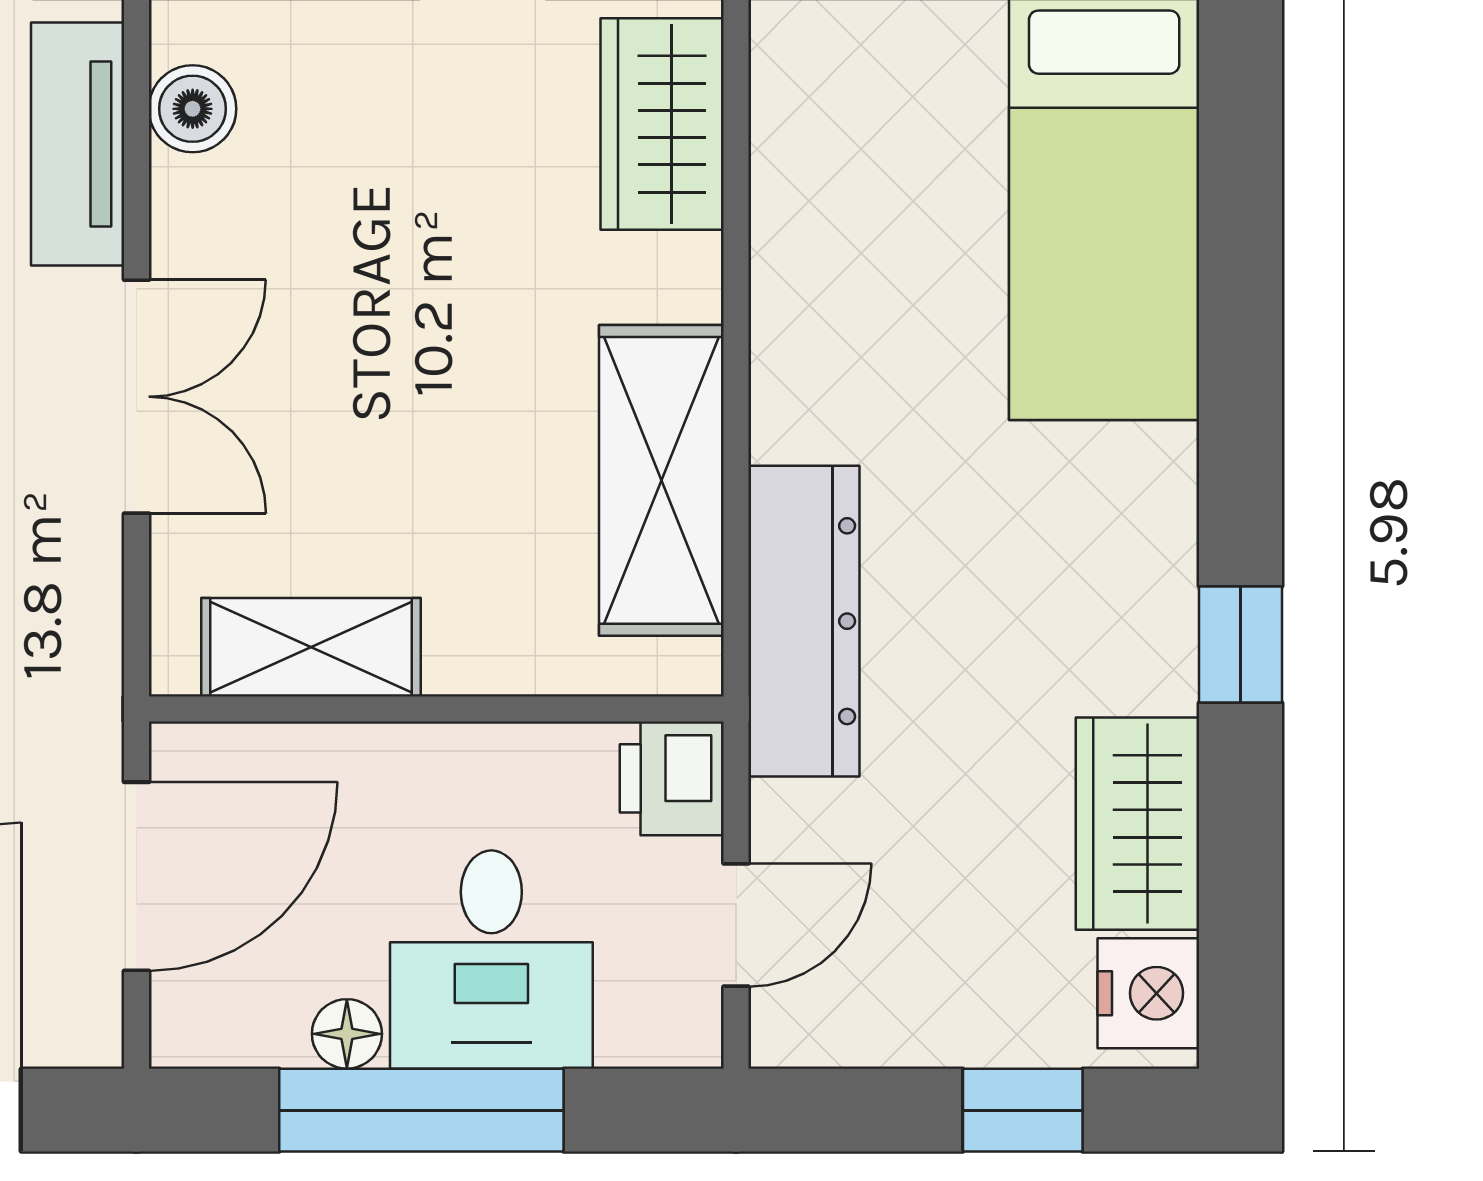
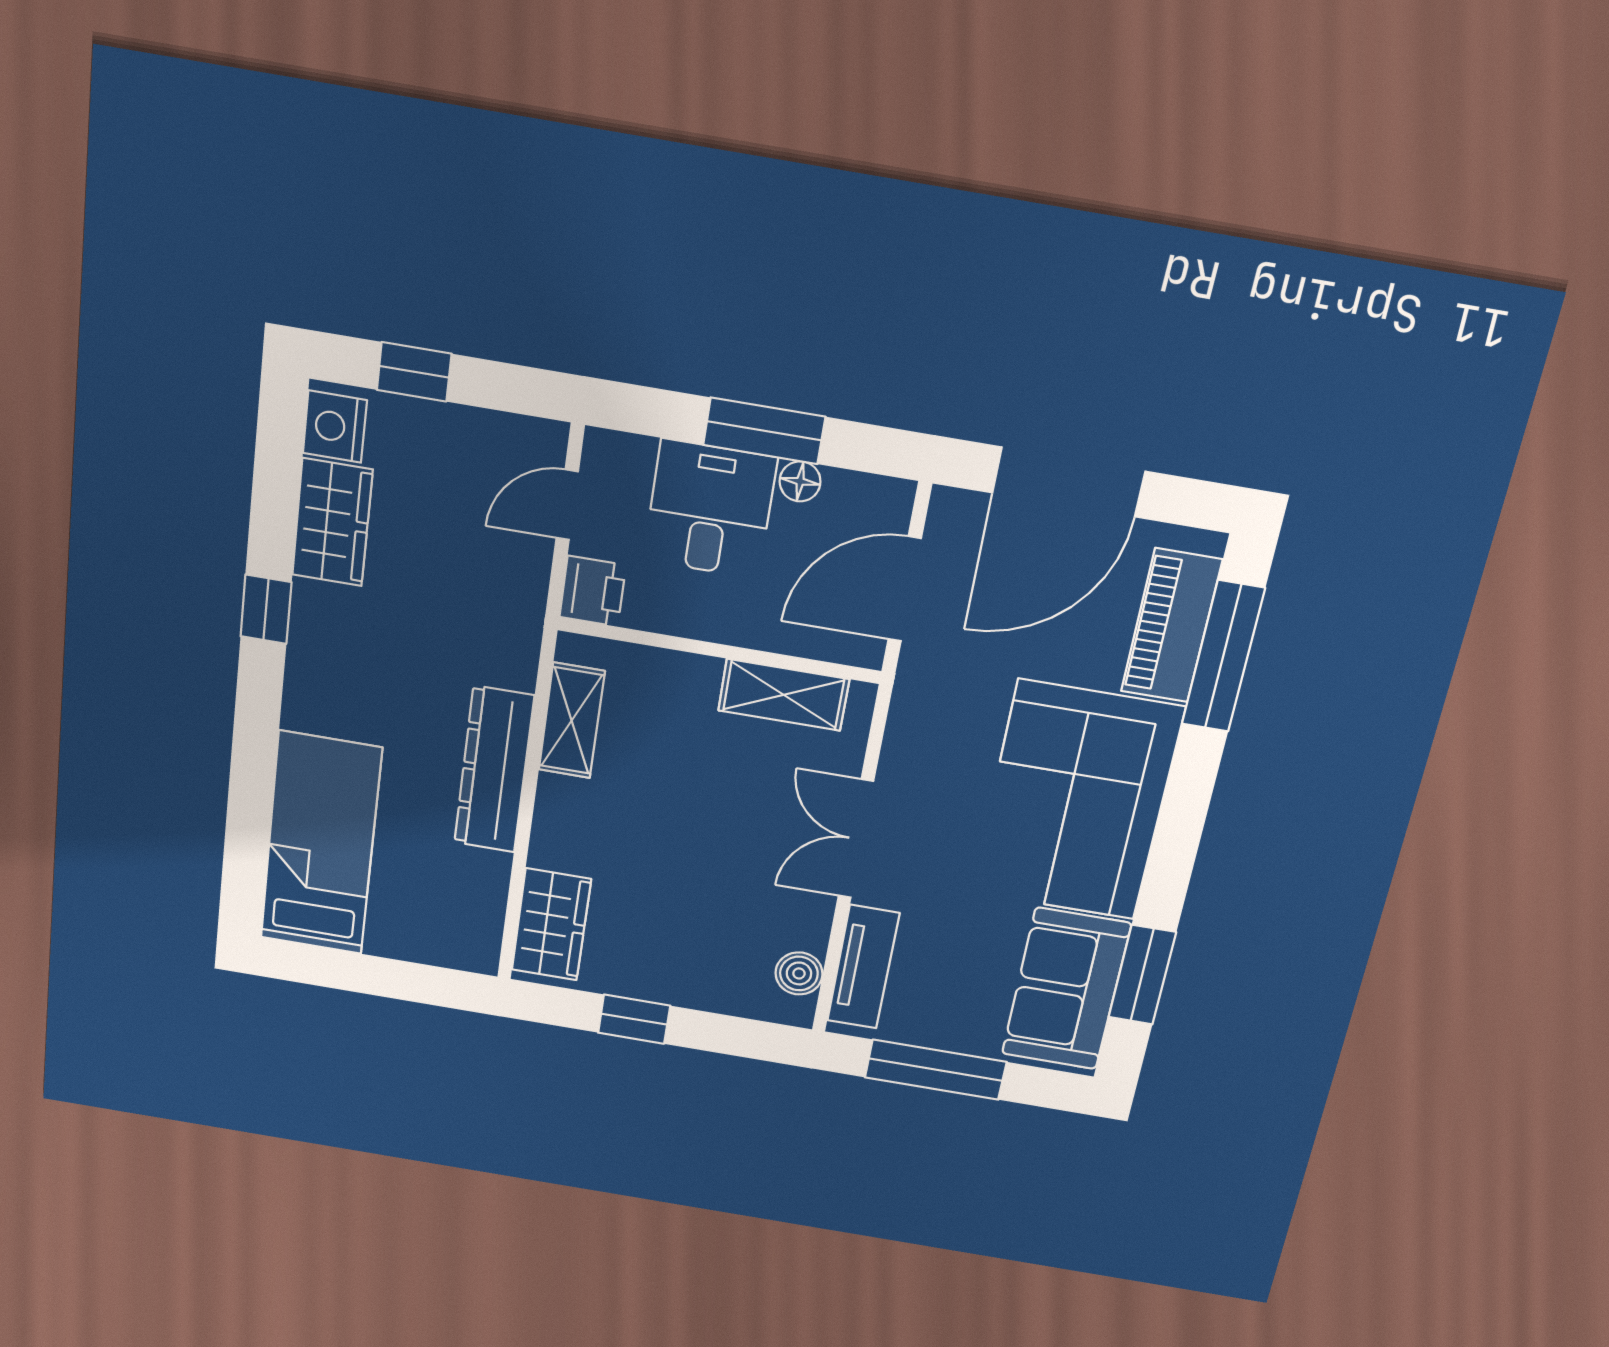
shelving: (661, 480) -> (572, 721), width x0.67, depth x0.75
dresser: (804, 621) -> (494, 770), moved
window: (421, 1110) -> (764, 431), width x0.69

